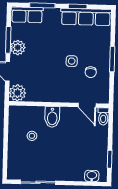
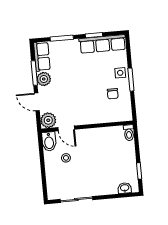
row of seats: (27, 15) -> (42, 57), moved, turned -90
side table: (72, 61) -> (120, 73), moved
door: (87, 105) -> (66, 128), moved
bidet: (52, 117) -> (49, 141), moved

